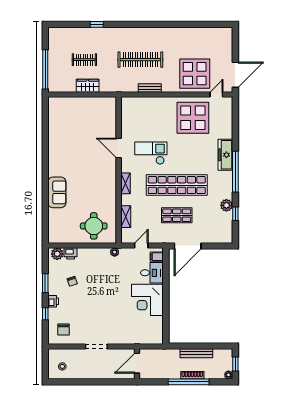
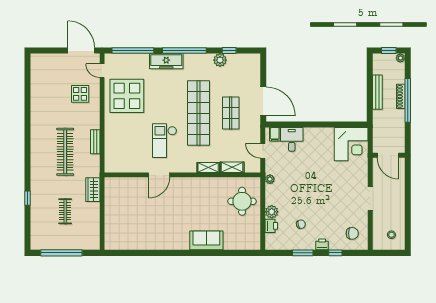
window: (45, 69) -> (61, 253), moved
display table: (195, 74) -> (80, 94), width x0.54, depth x0.54
wardrobe: (88, 86) -> (93, 190), moved
window: (235, 123) -> (133, 51), added
shelving: (125, 183) -> (208, 168), moved
plant: (57, 254) -> (272, 212), moved
corner desk: (147, 300) -> (351, 144), moved

